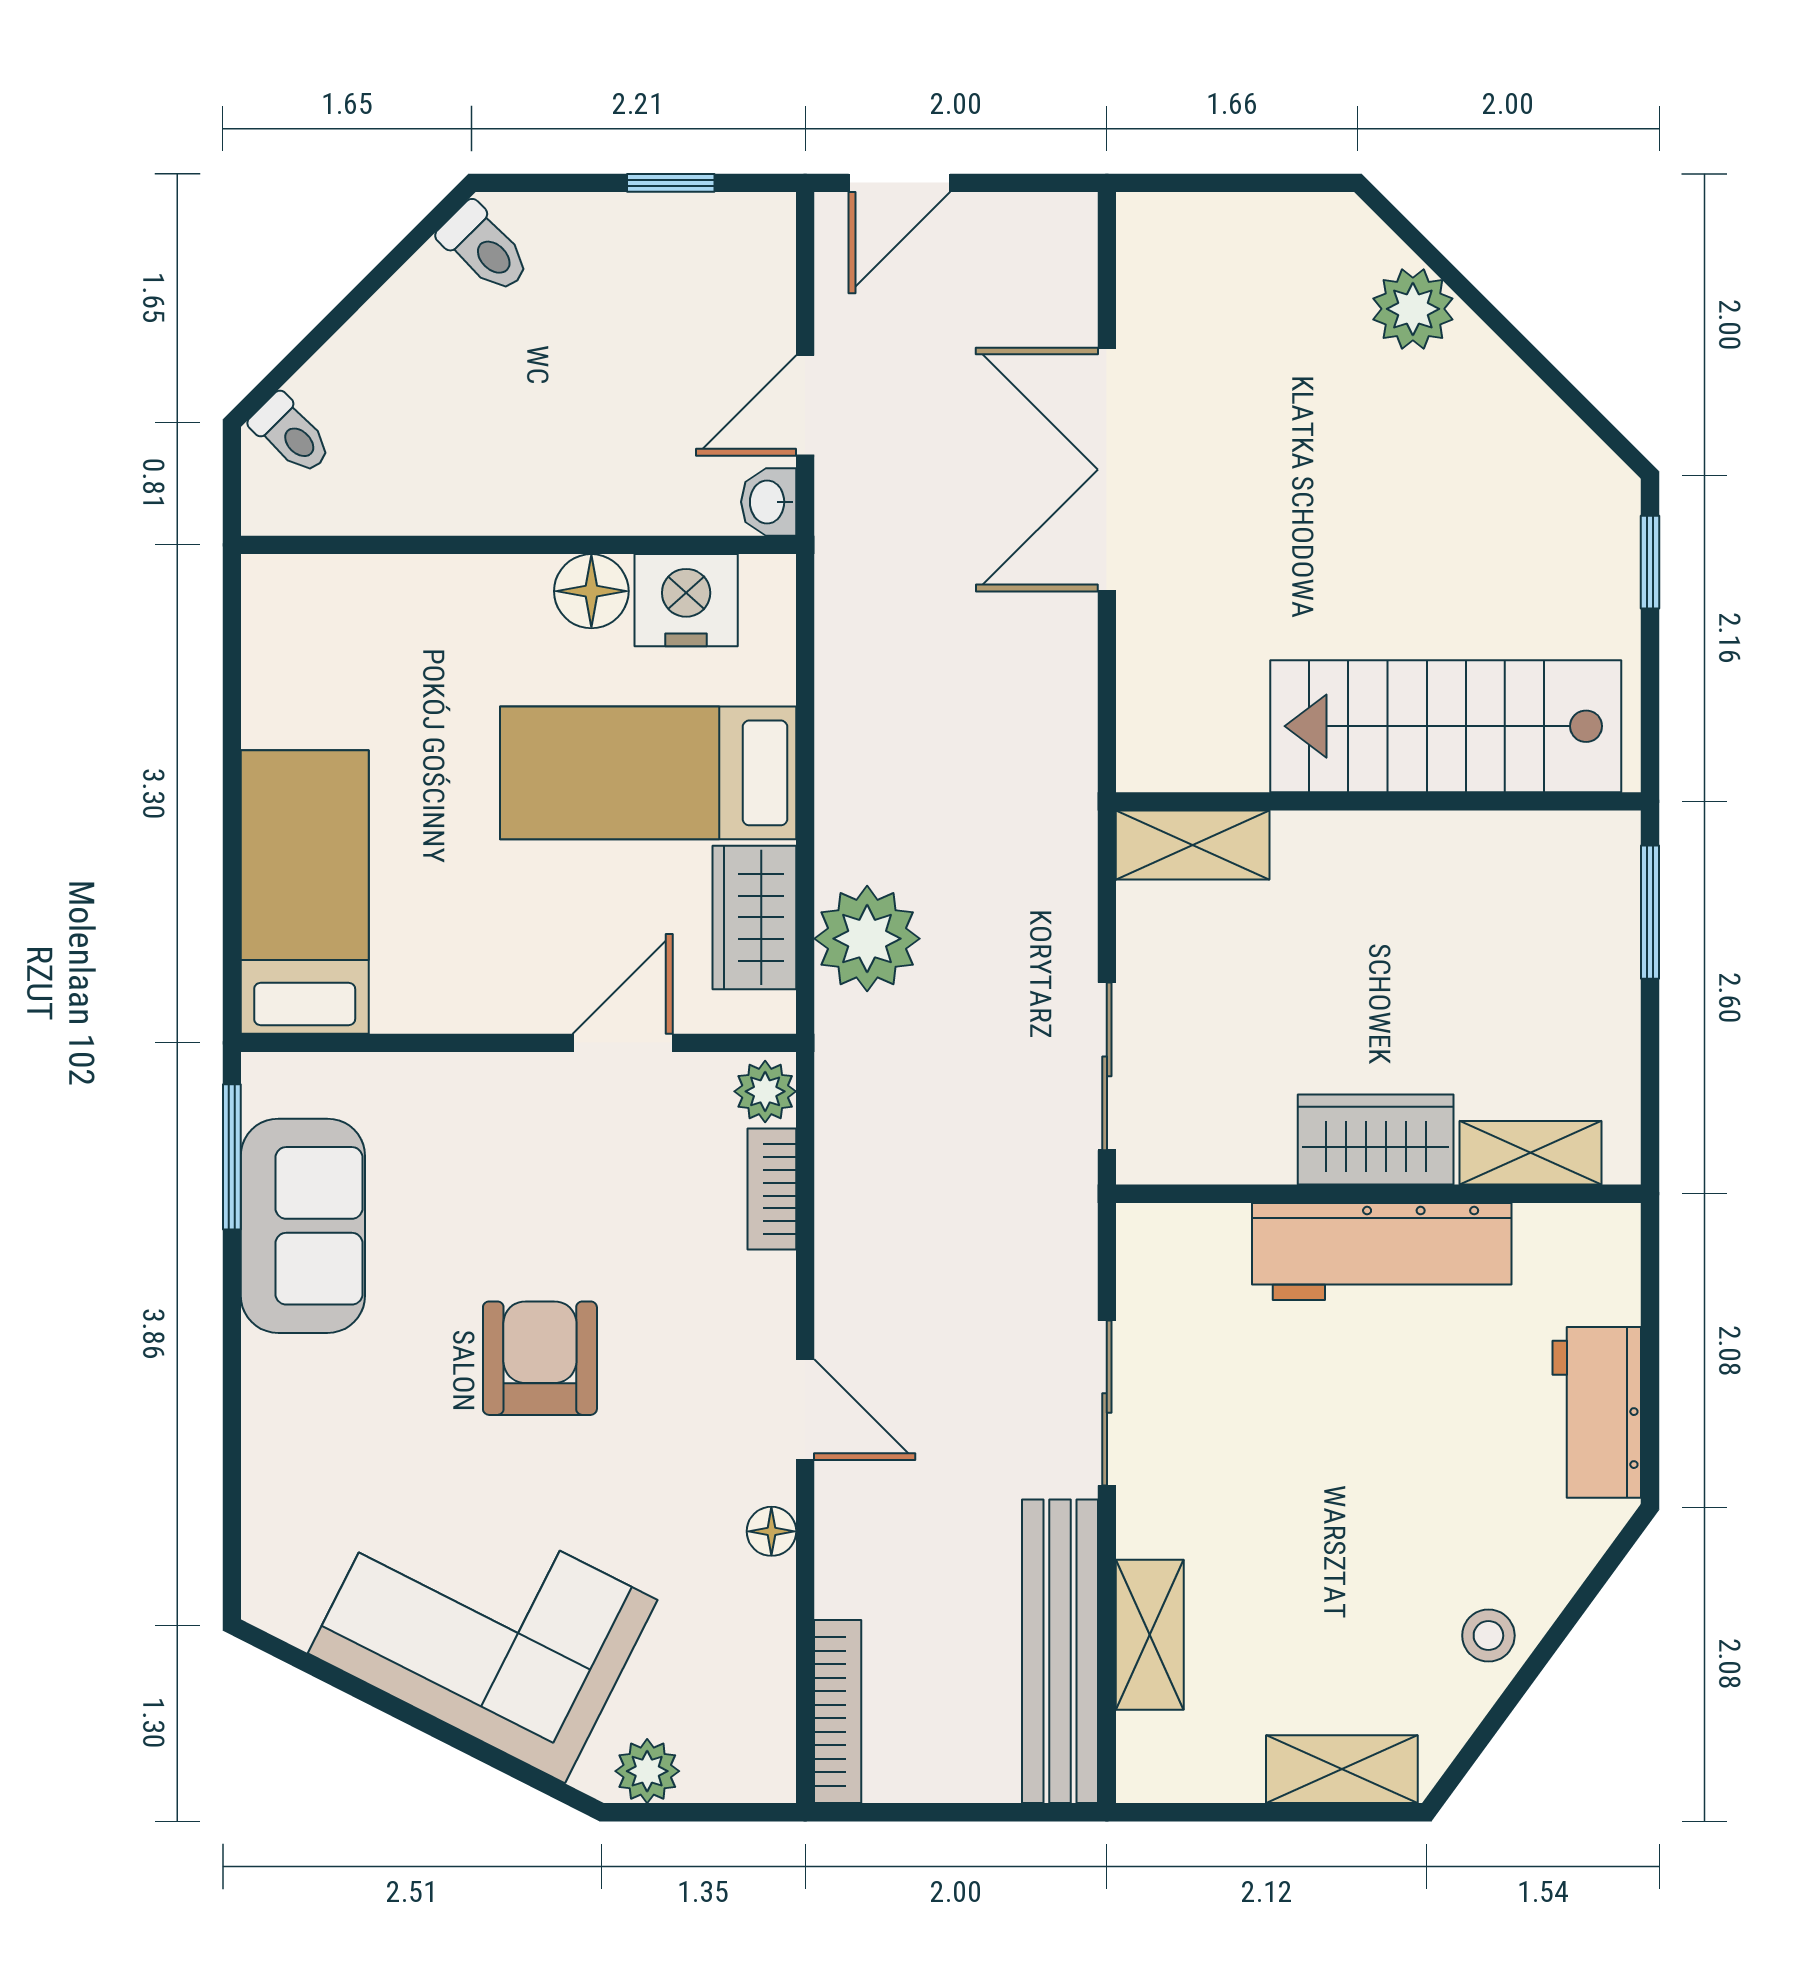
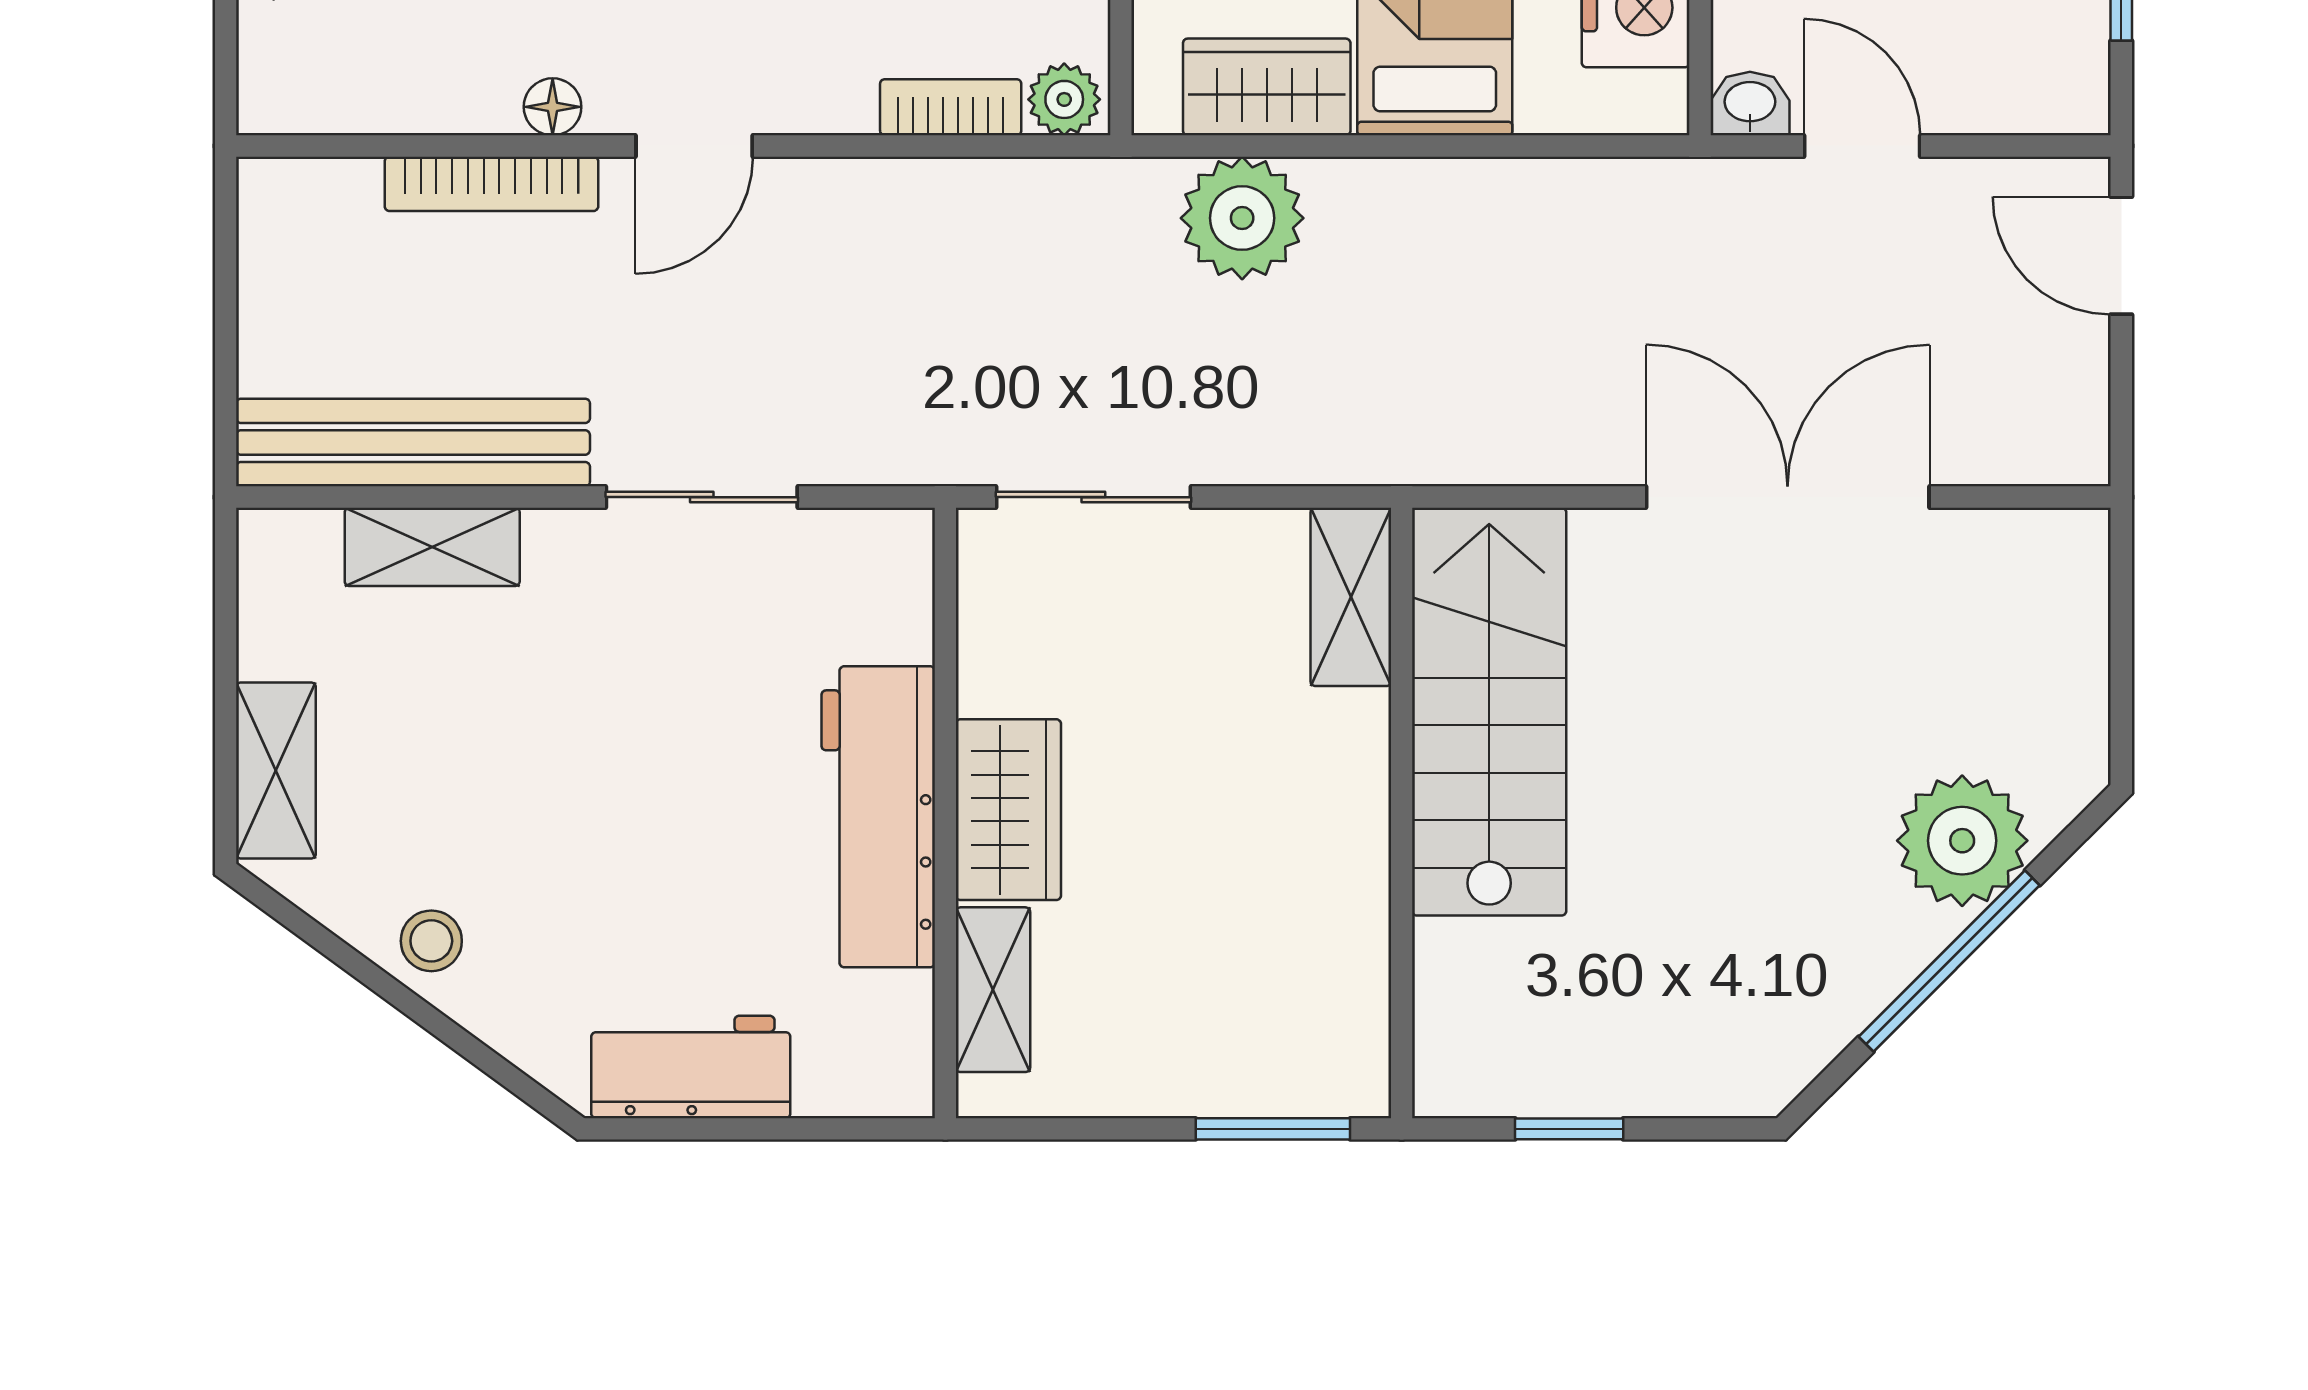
plant: (1413, 309) -> (1962, 841), width x1.36, depth x1.36
window: (1506, 331) -> (1949, 961), added
window: (1650, 562) -> (1569, 1129), moved
stairs: (1446, 726) -> (1489, 712), moved
bookcase: (838, 1712) -> (491, 184), moved

